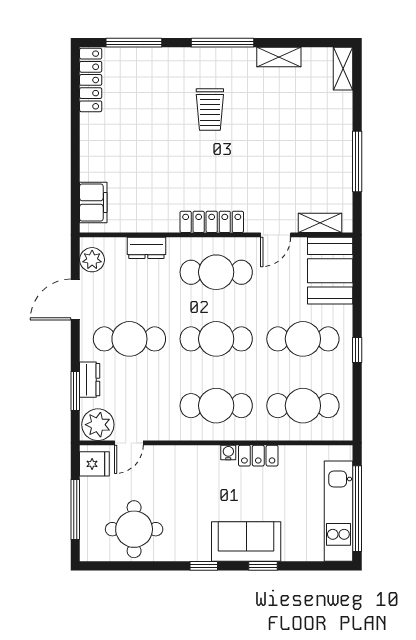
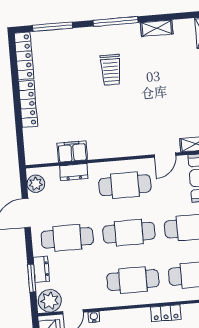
filing cabinet: (93, 203) -> (72, 152), moved, turned -90
locker: (212, 222) -> (28, 104), moved, turned 90
water cooler: (228, 453) -> (94, 317), moved

